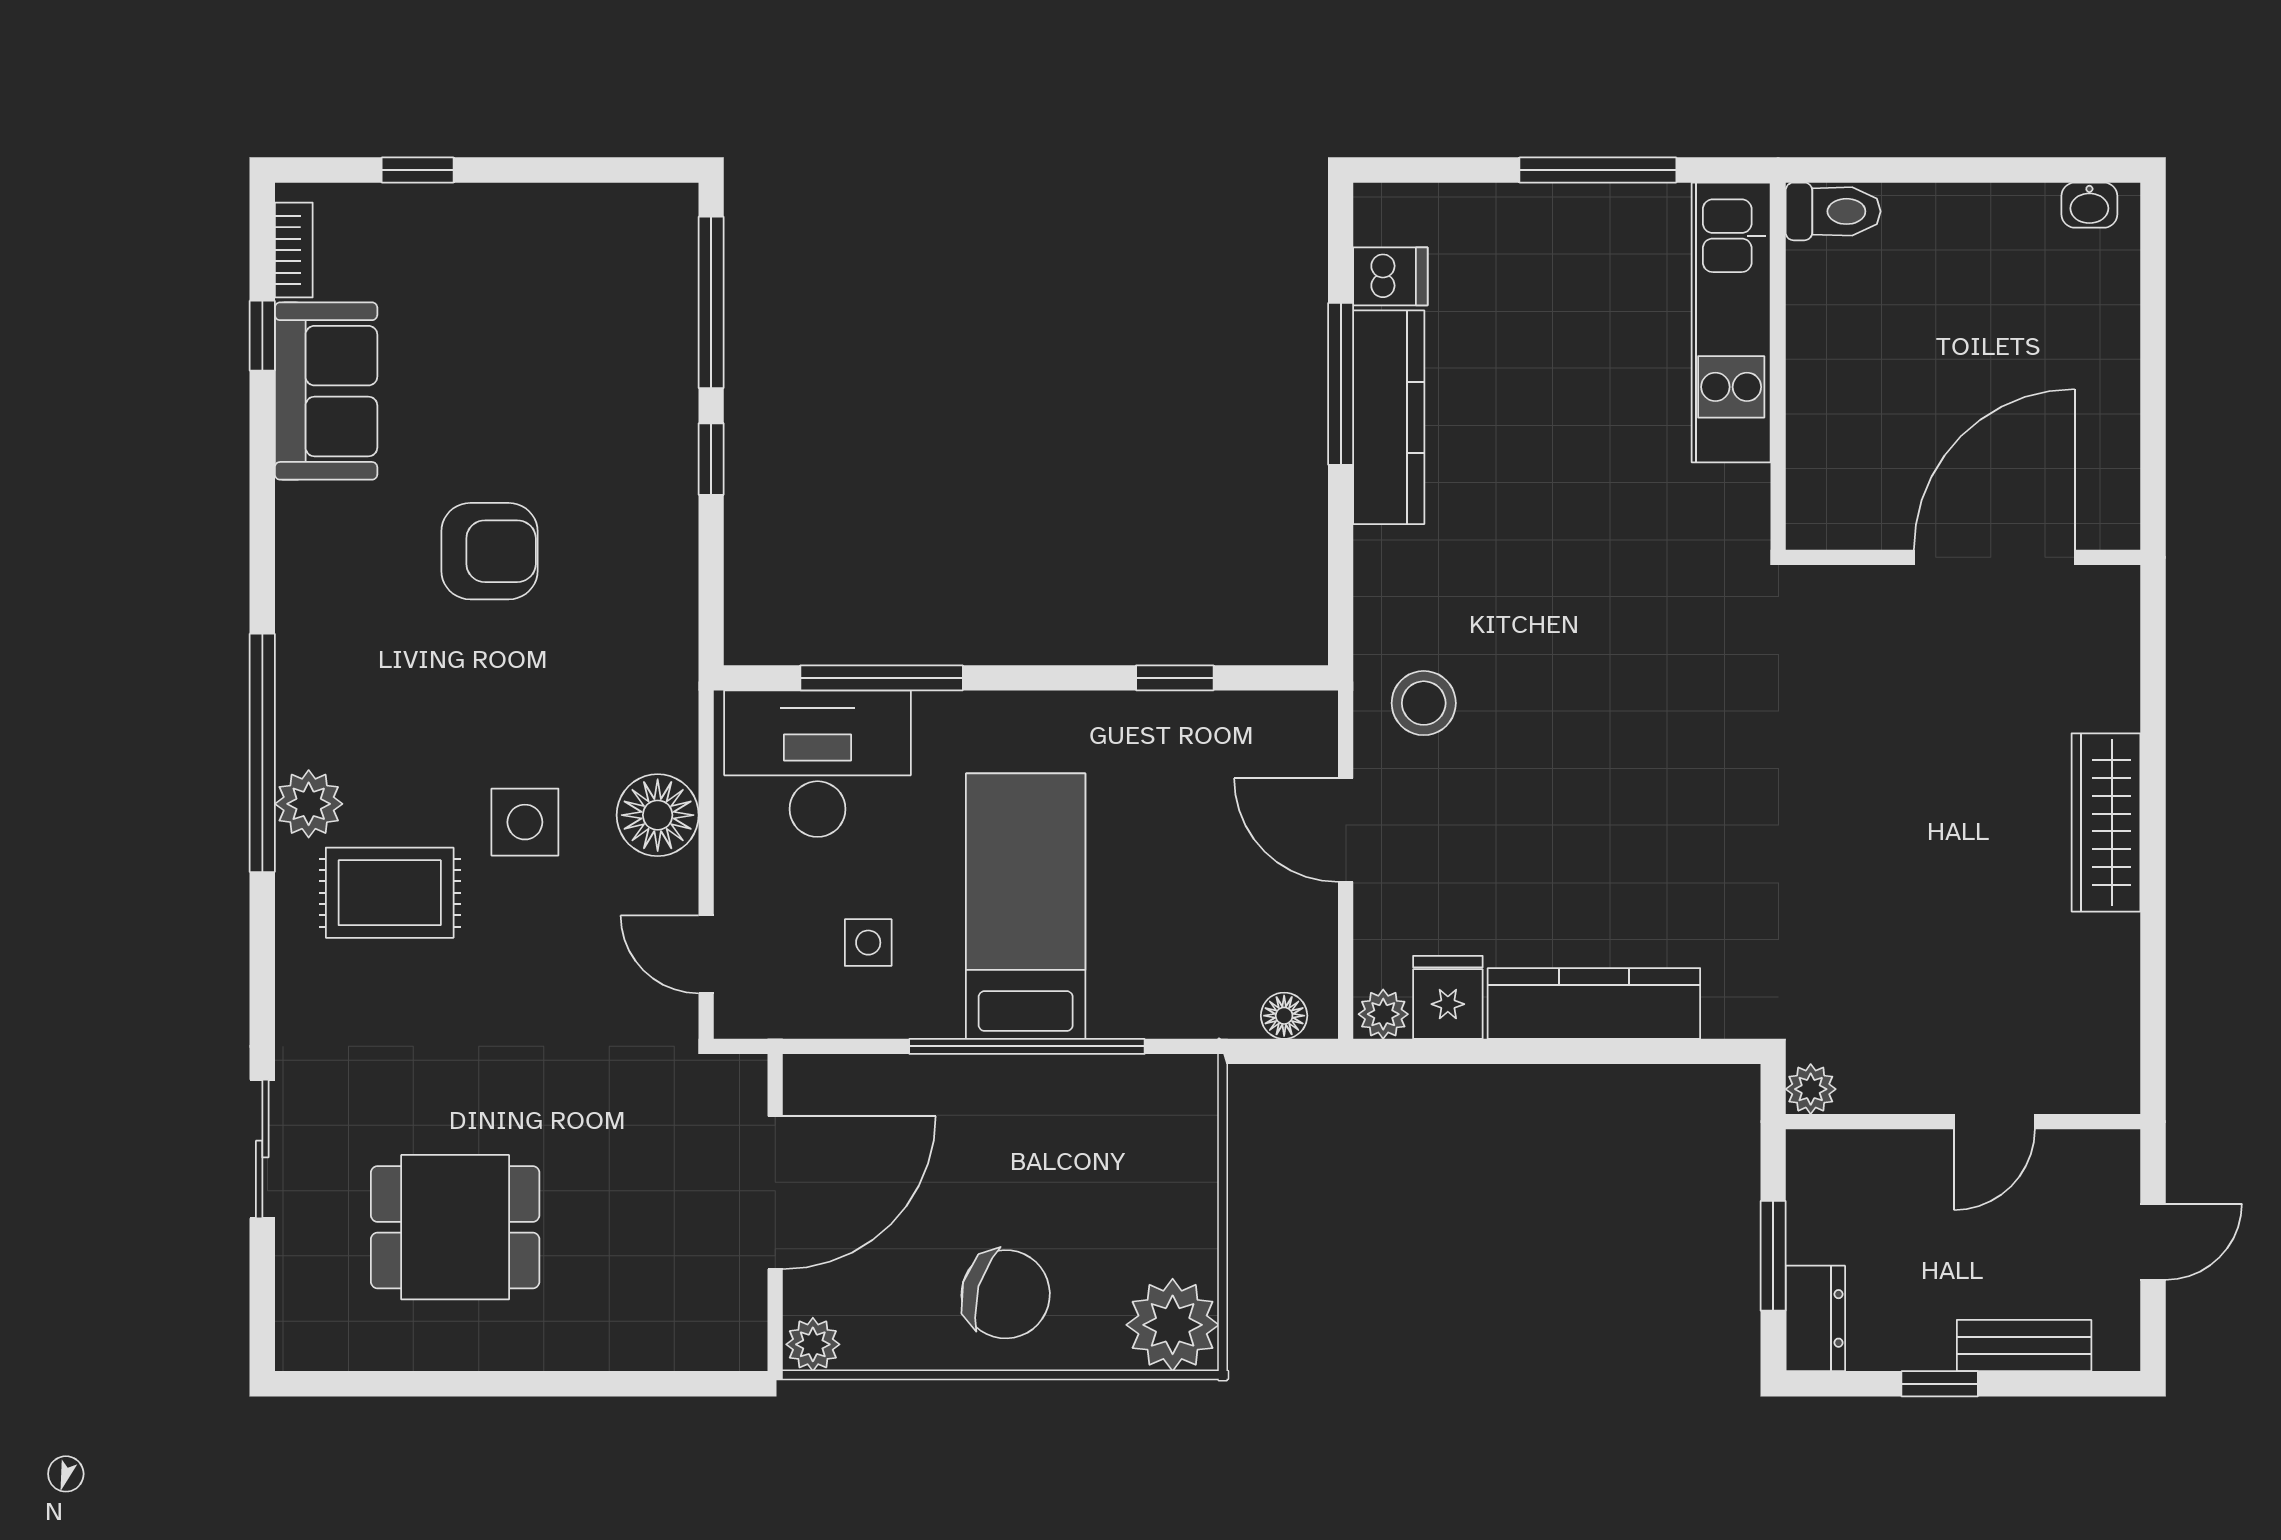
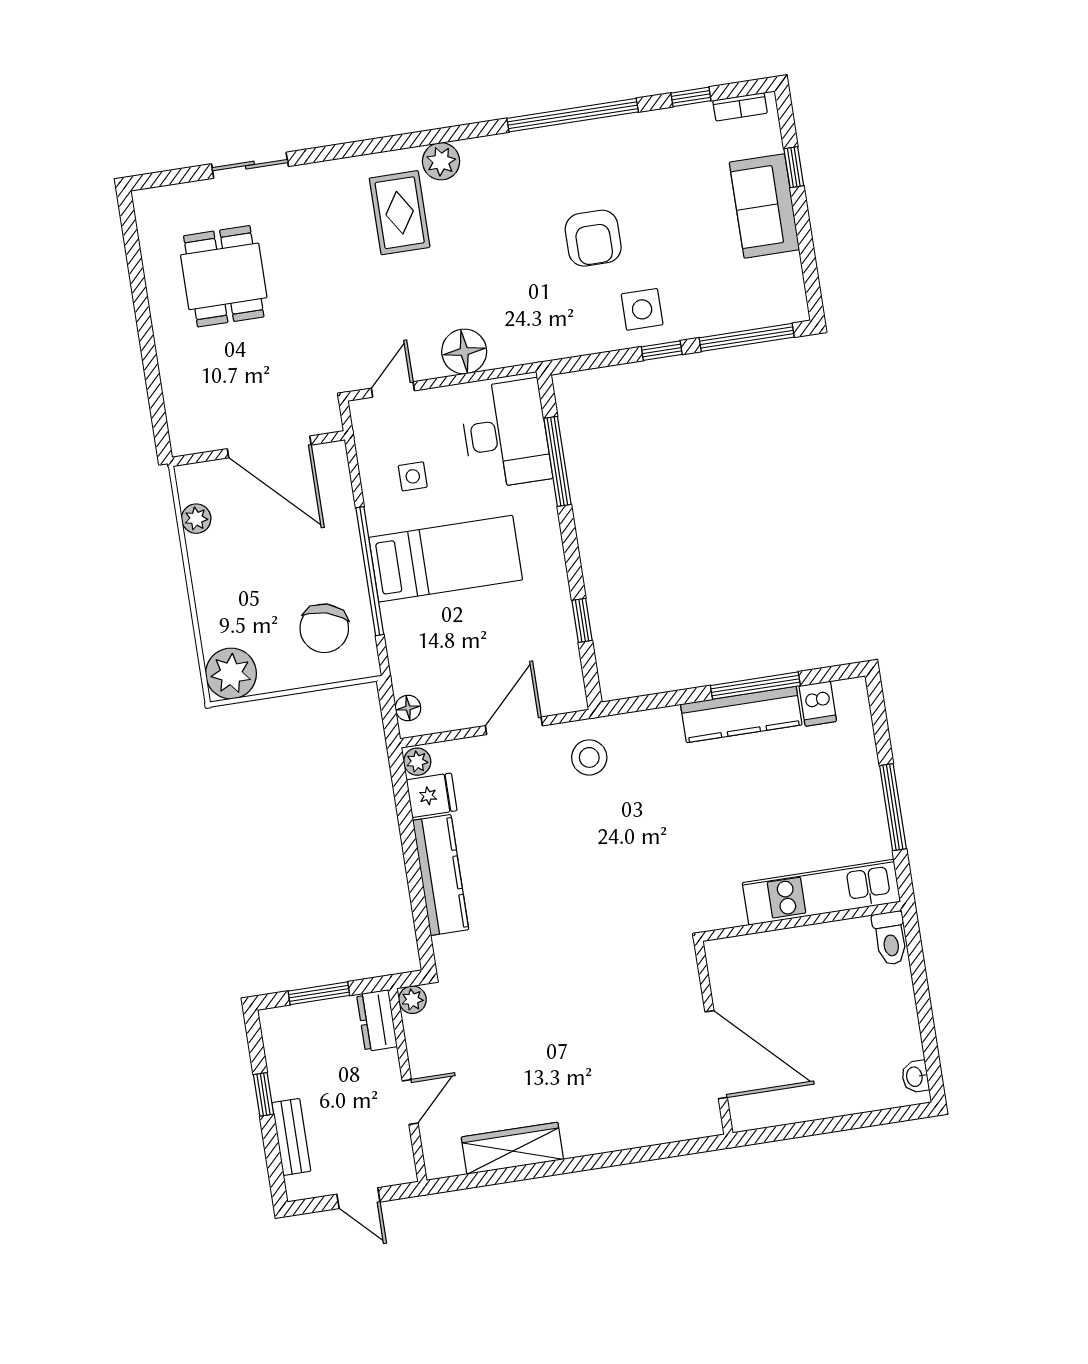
sofa: (326, 391) -> (764, 206), moved, turned 90
window: (262, 753) -> (573, 115), moved
side table: (525, 822) -> (642, 309), moved
wardrobe: (2106, 822) -> (512, 1148), moved
door: (1994, 1122) -> (410, 1102), swing flipped
chair: (1006, 1294) -> (324, 628), moved
dresser: (1815, 1318) -> (377, 1021), moved, turned 90
plant: (813, 1344) -> (196, 519), moved

